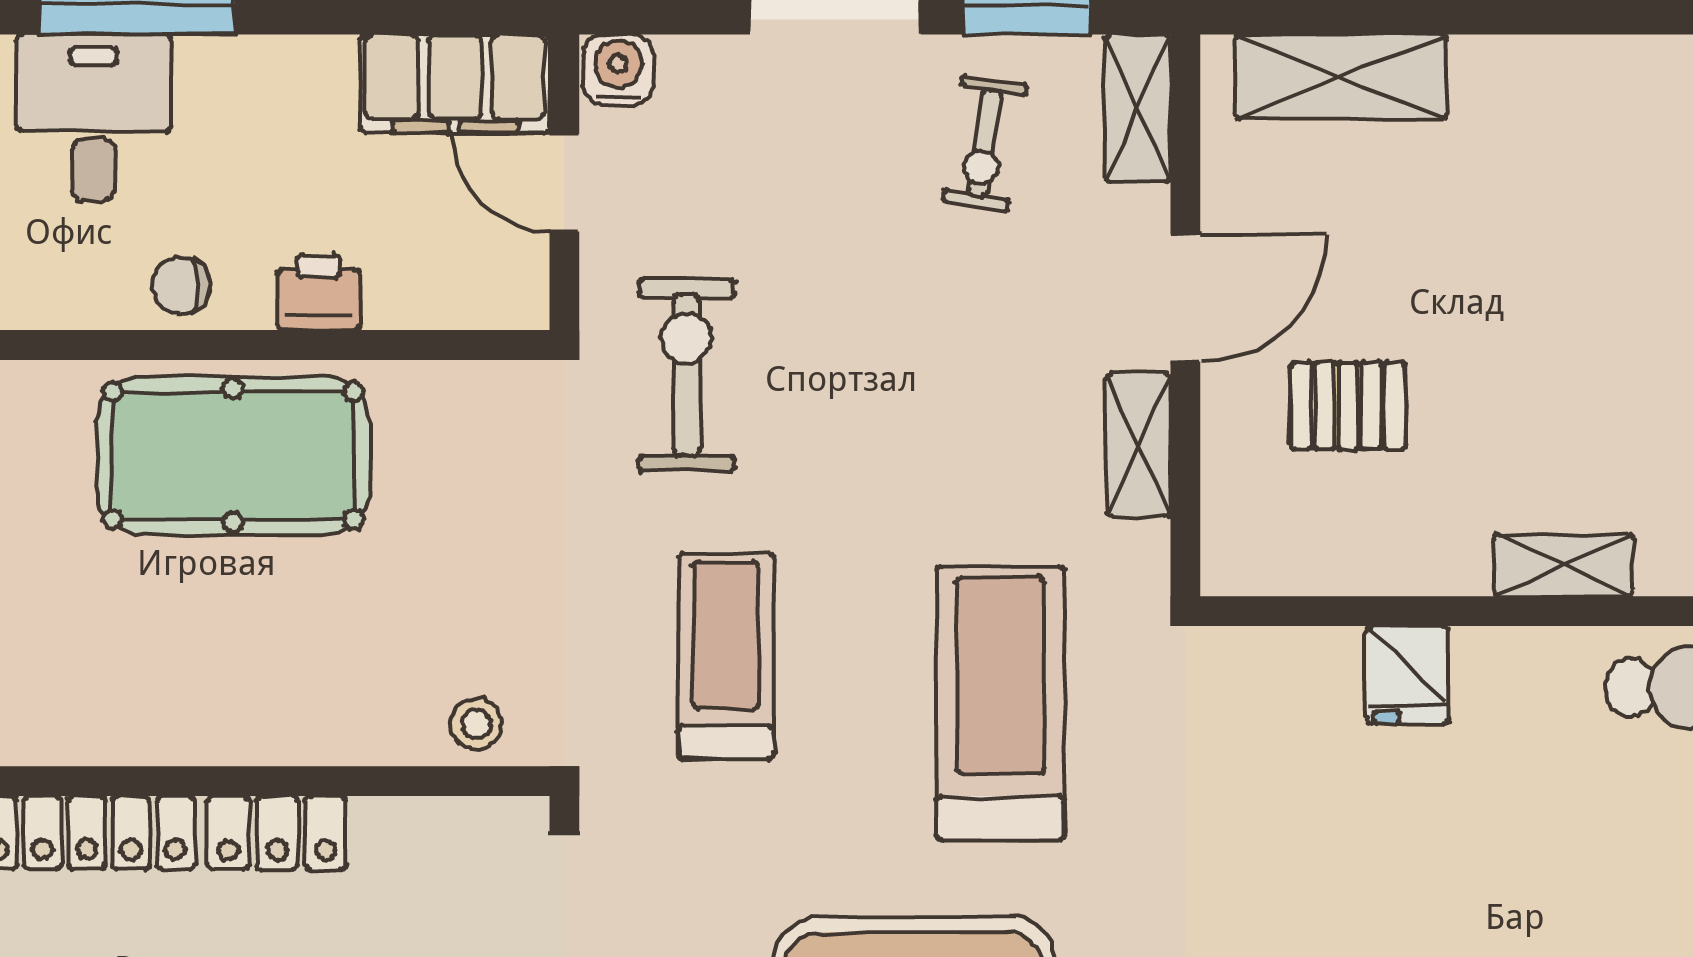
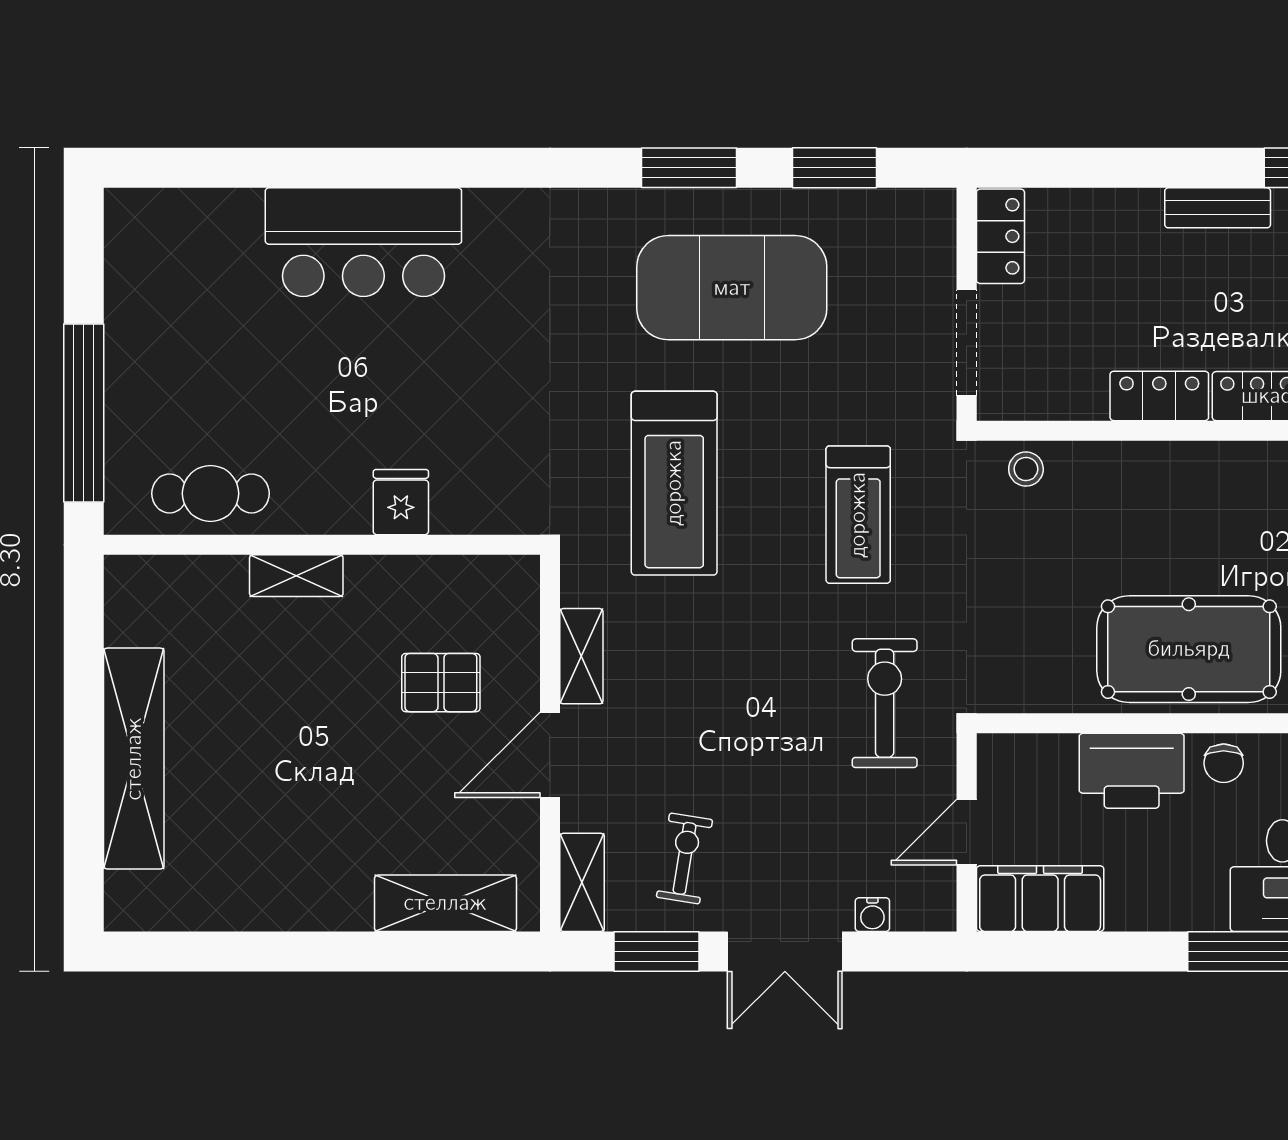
water cooler: (618, 69) -> (872, 915), moved, width x0.72, depth x0.72
door: (564, 183) -> (967, 832), swing flipped
chair: (181, 285) -> (1224, 763), turned 90
printer: (318, 292) -> (1132, 771), width x1.87, depth x1.48
exercise bike: (687, 375) -> (885, 703), turned 180

